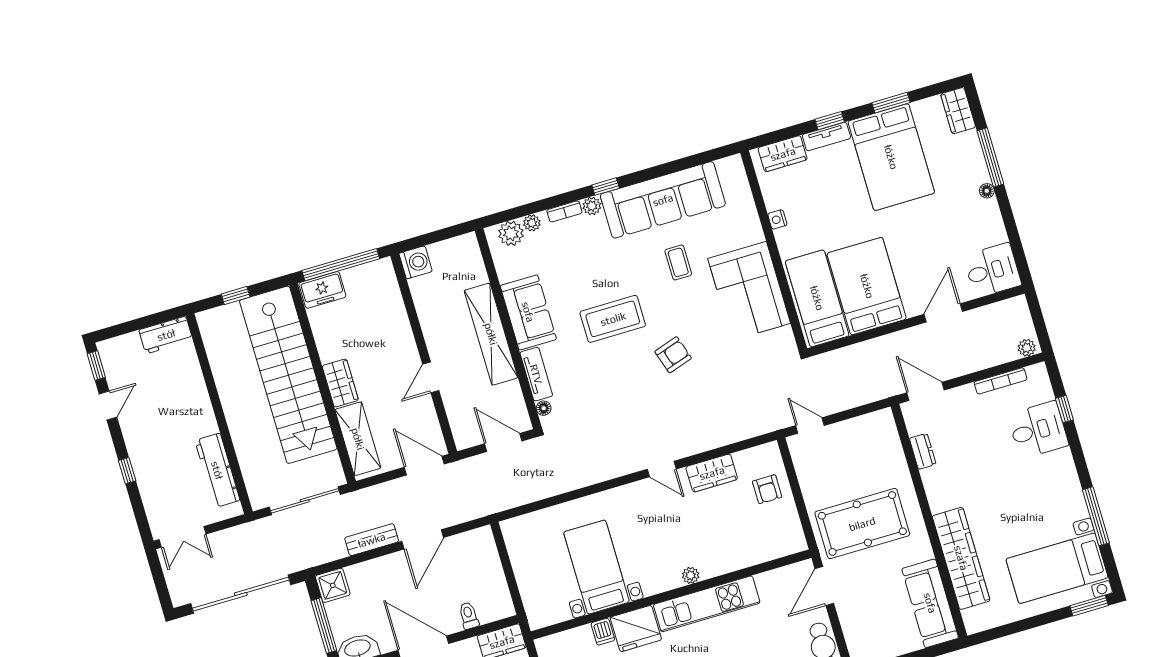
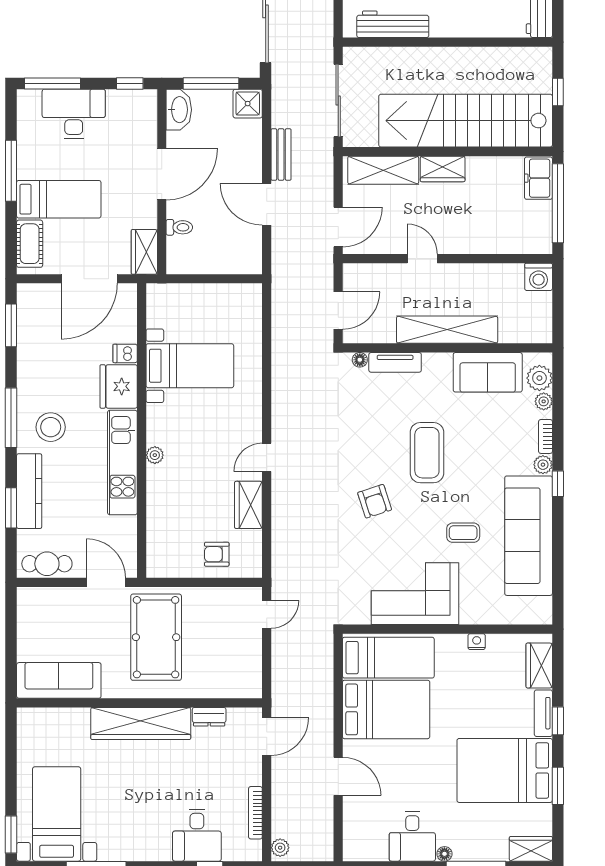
desk: (992, 270) -> (412, 836), moved
sofa: (528, 312) -> (488, 372), moved
wardrobe: (961, 558) -> (141, 723), moved

